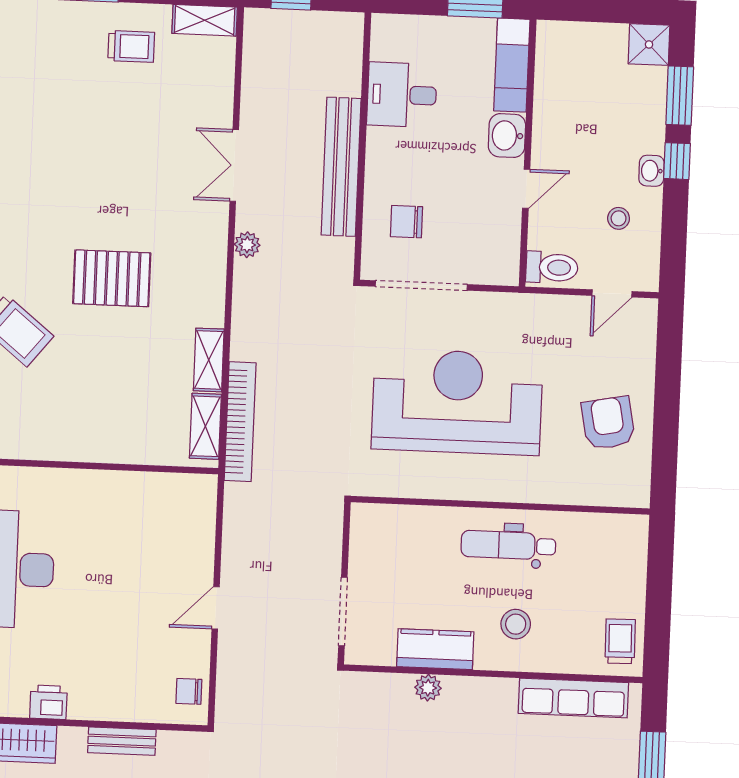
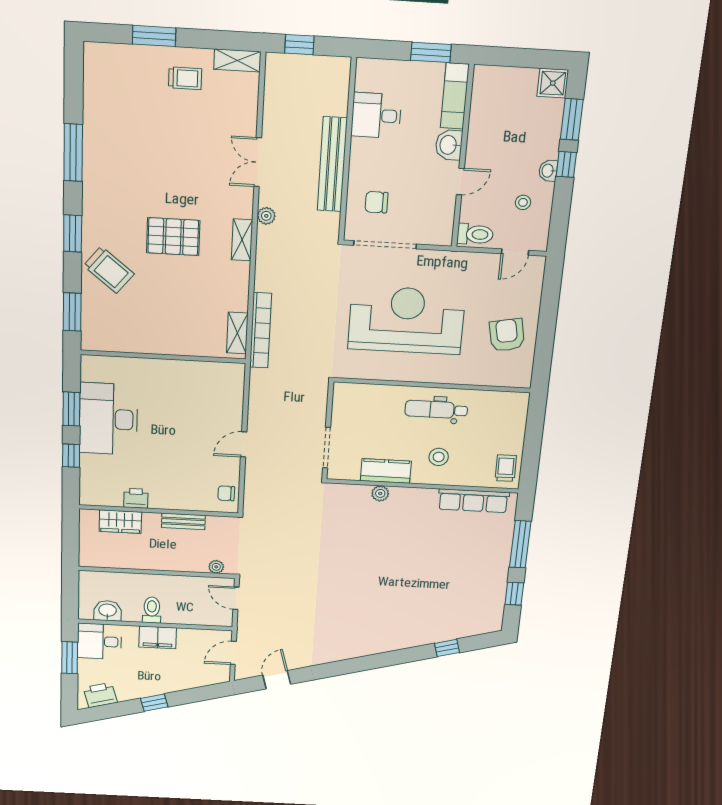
shelving: (209, 360) -> (242, 240), moved

